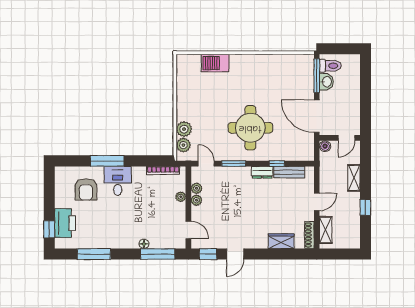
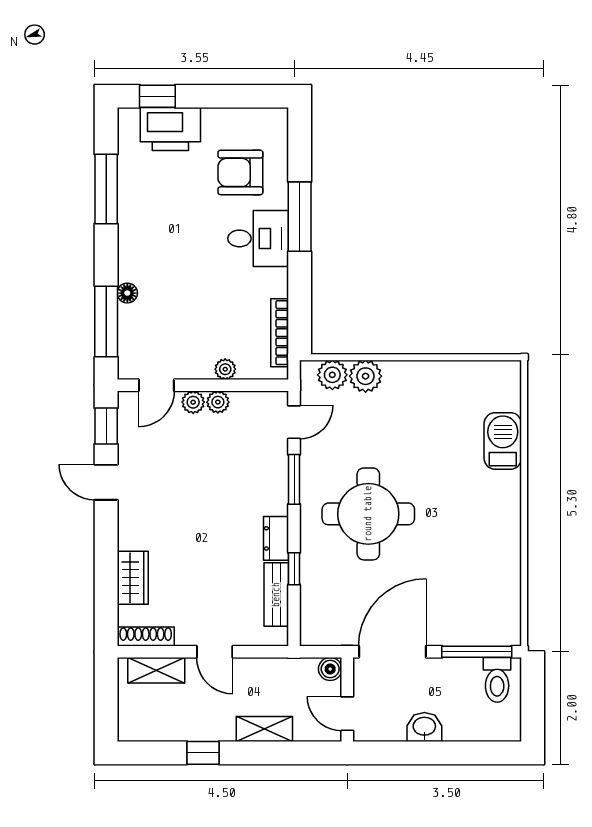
washbasin: (326, 82) -> (424, 727), moved, turned 180
plant: (197, 188) -> (193, 402), moved

